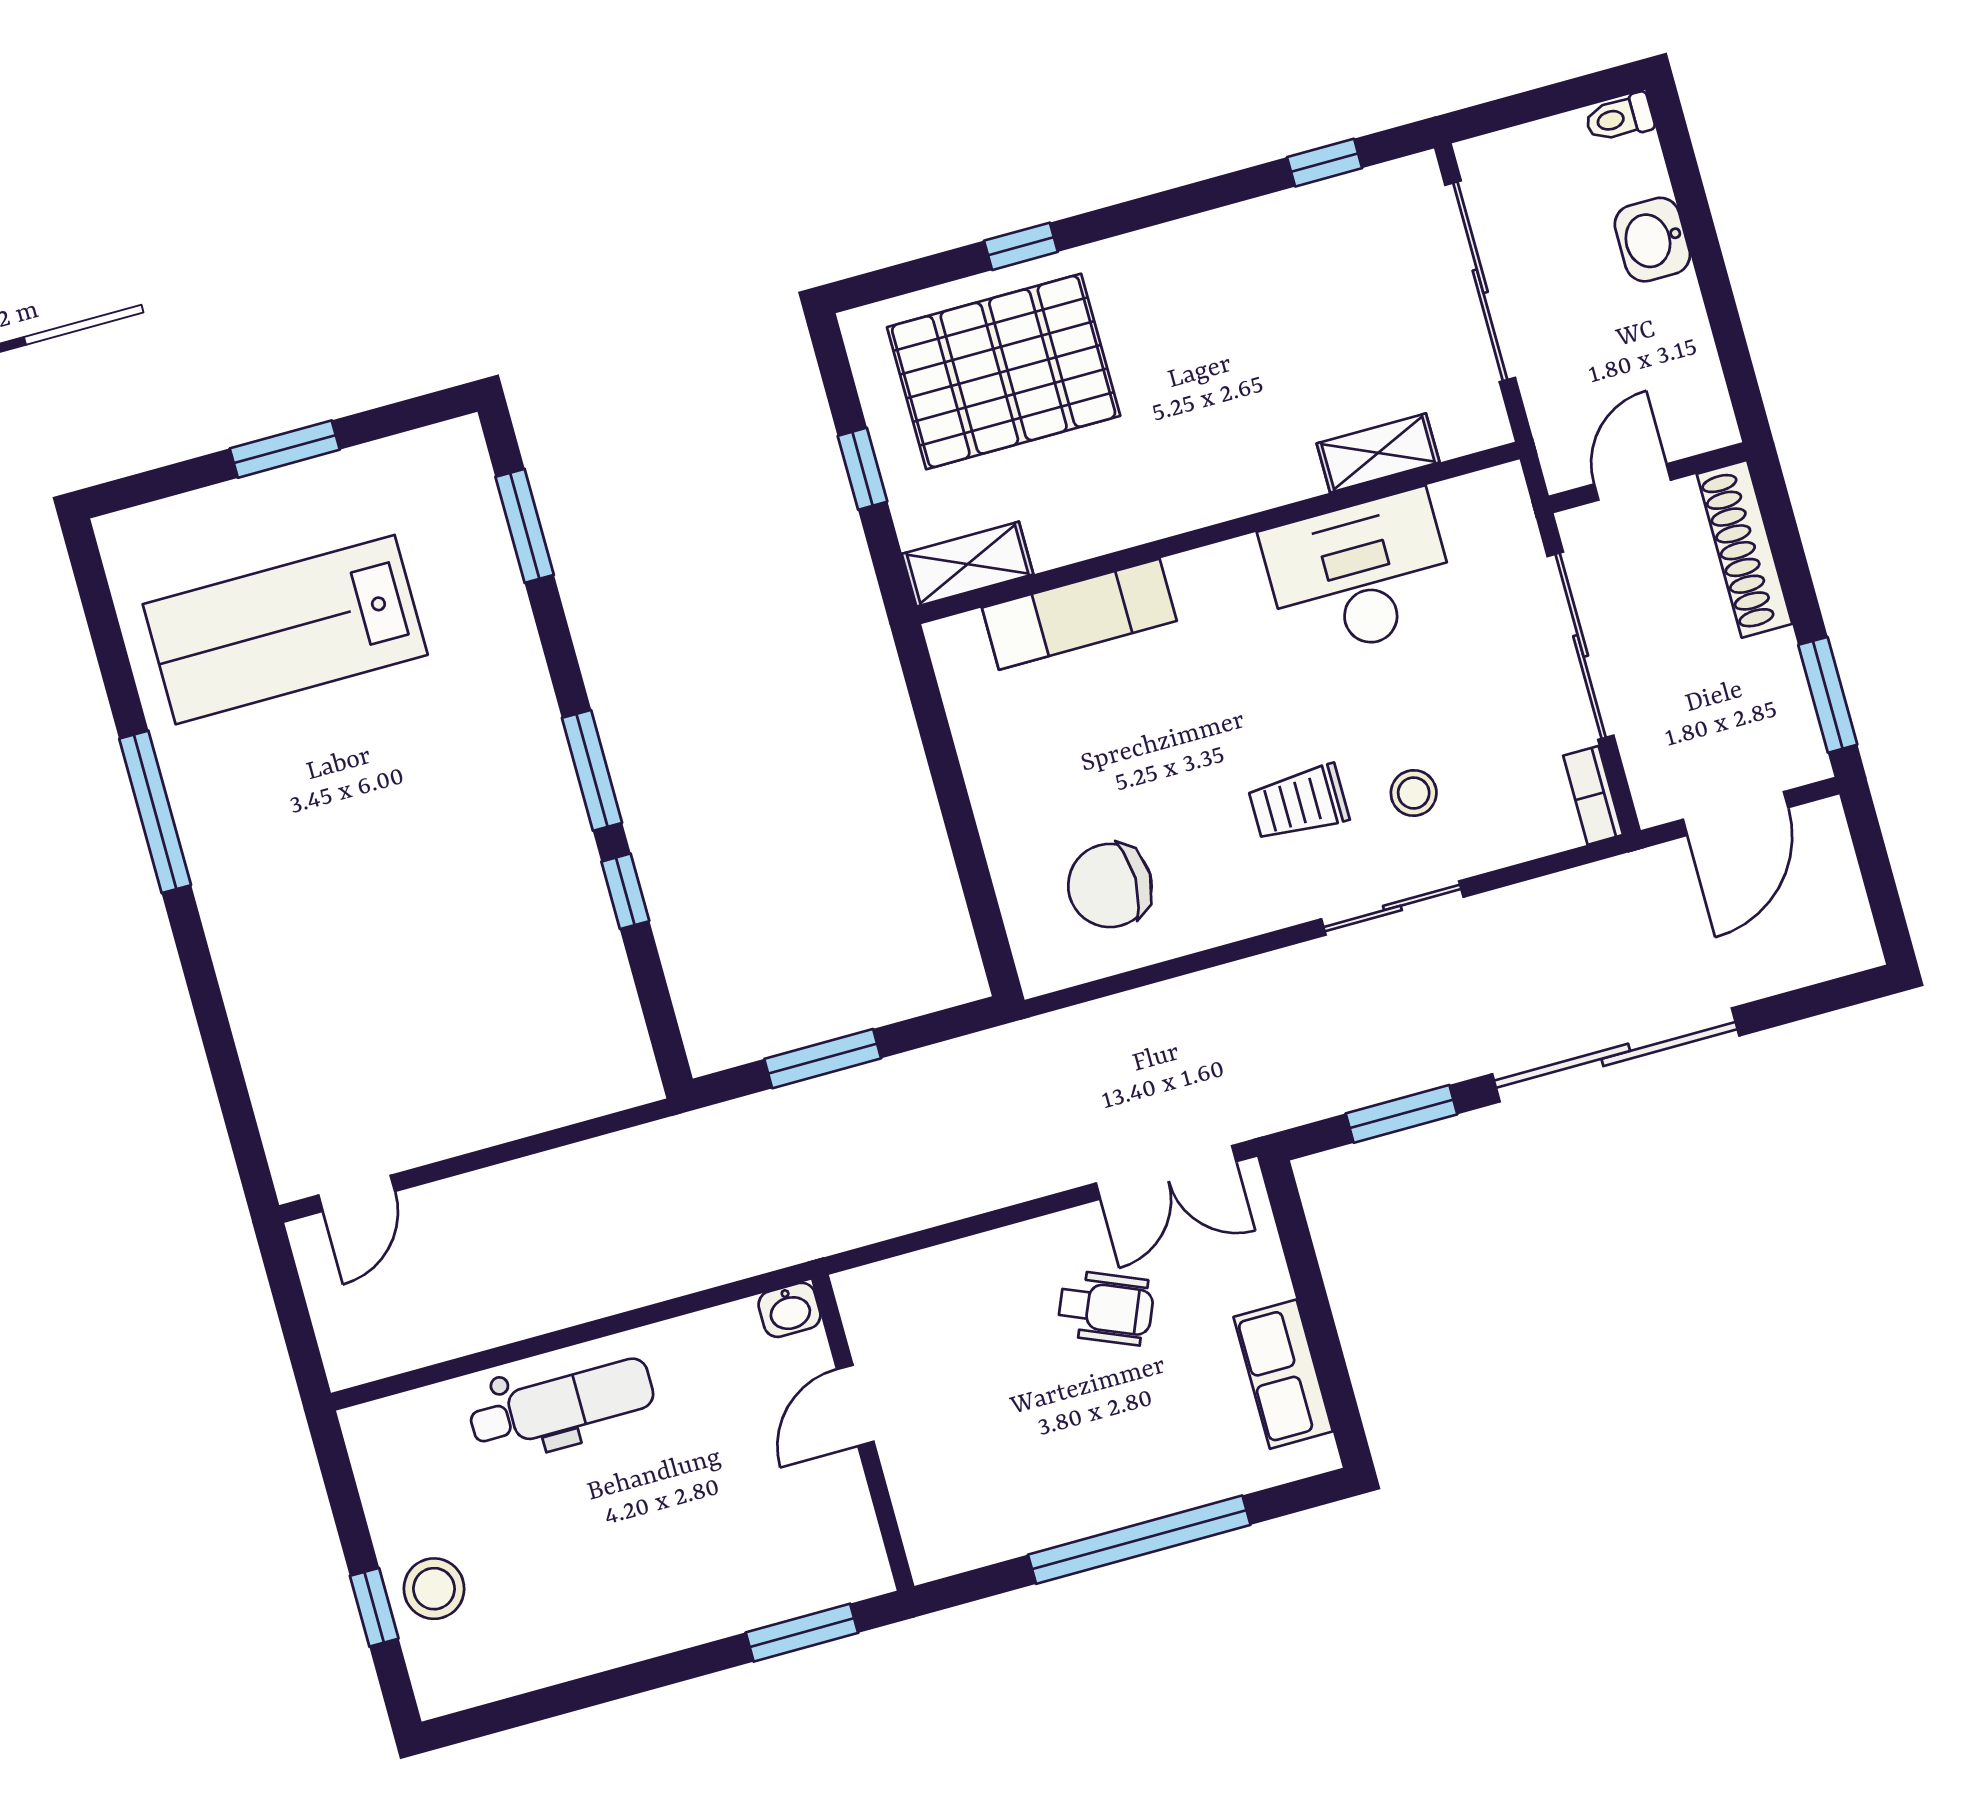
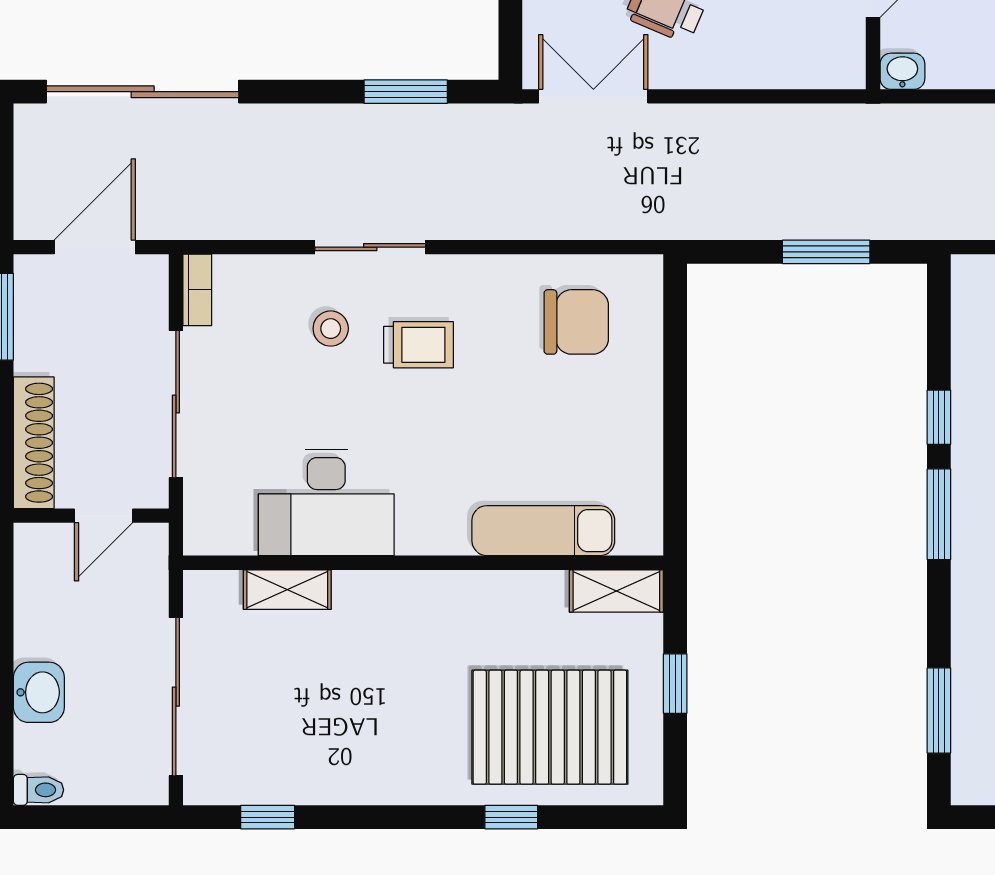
sliding door: (1616, 1055) -> (143, 92), moved

